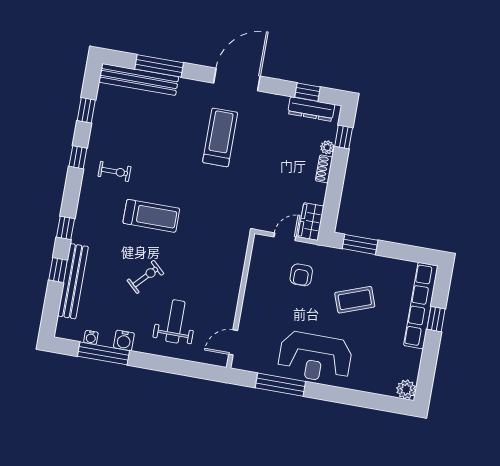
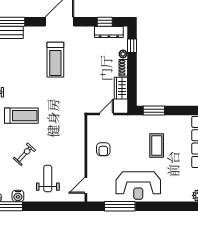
treadmill: (220, 137) -> (55, 60), turned 180
wardrobe: (311, 222) -> (121, 88), moved
armchair: (301, 275) -> (103, 149), moved
coffee table: (355, 300) -> (157, 145), turned -70

